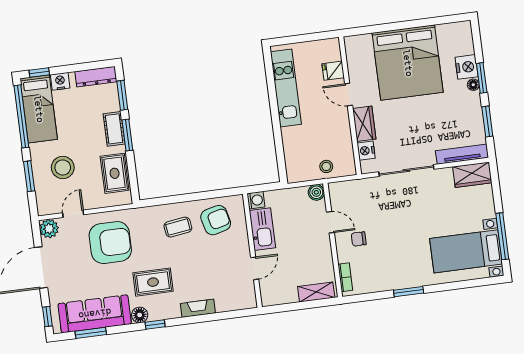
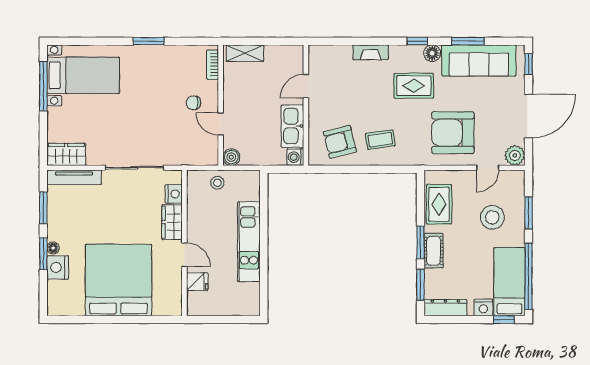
kitchen unit: (286, 88) -> (249, 242), moved
chair: (359, 239) -> (193, 103), turned 180
window: (91, 333) -> (468, 41), moved

